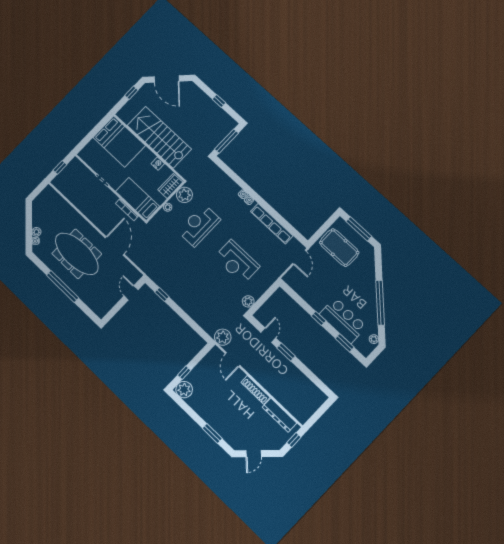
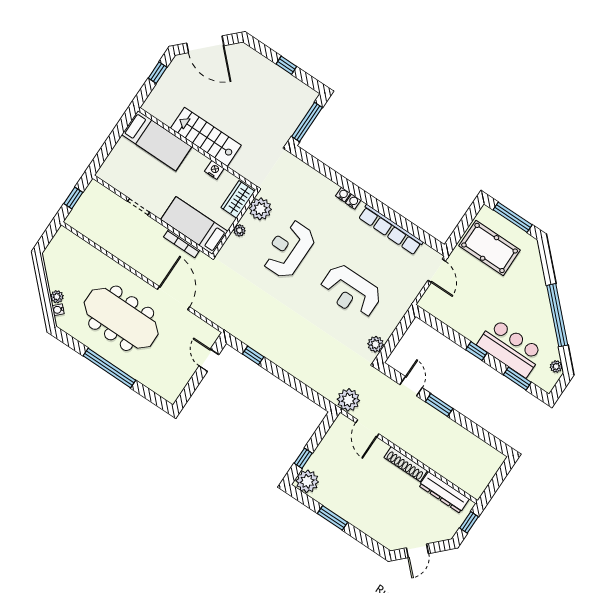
stairs: (159, 137) -> (206, 137), width x0.73, depth x0.66
bed: (119, 142) -> (157, 141), width x0.67
window: (212, 433) -> (333, 518), moved

